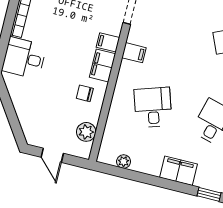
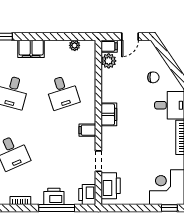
filing cabinet: (108, 42) -> (109, 46), moved
chair: (85, 93) -> (153, 77), moved
door: (52, 155) -> (130, 37), swing flipped

